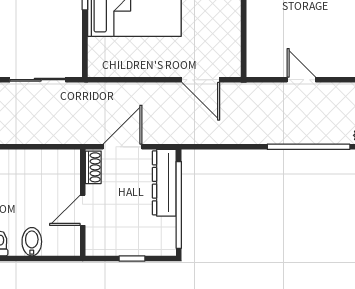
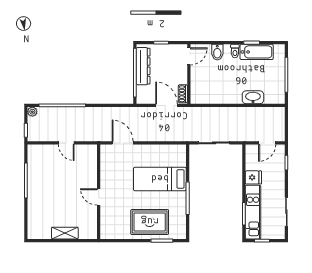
door: (123, 147) -> (166, 105), swing flipped
dresser: (164, 183) -> (143, 66), moved
door: (83, 210) -> (189, 56), moved

